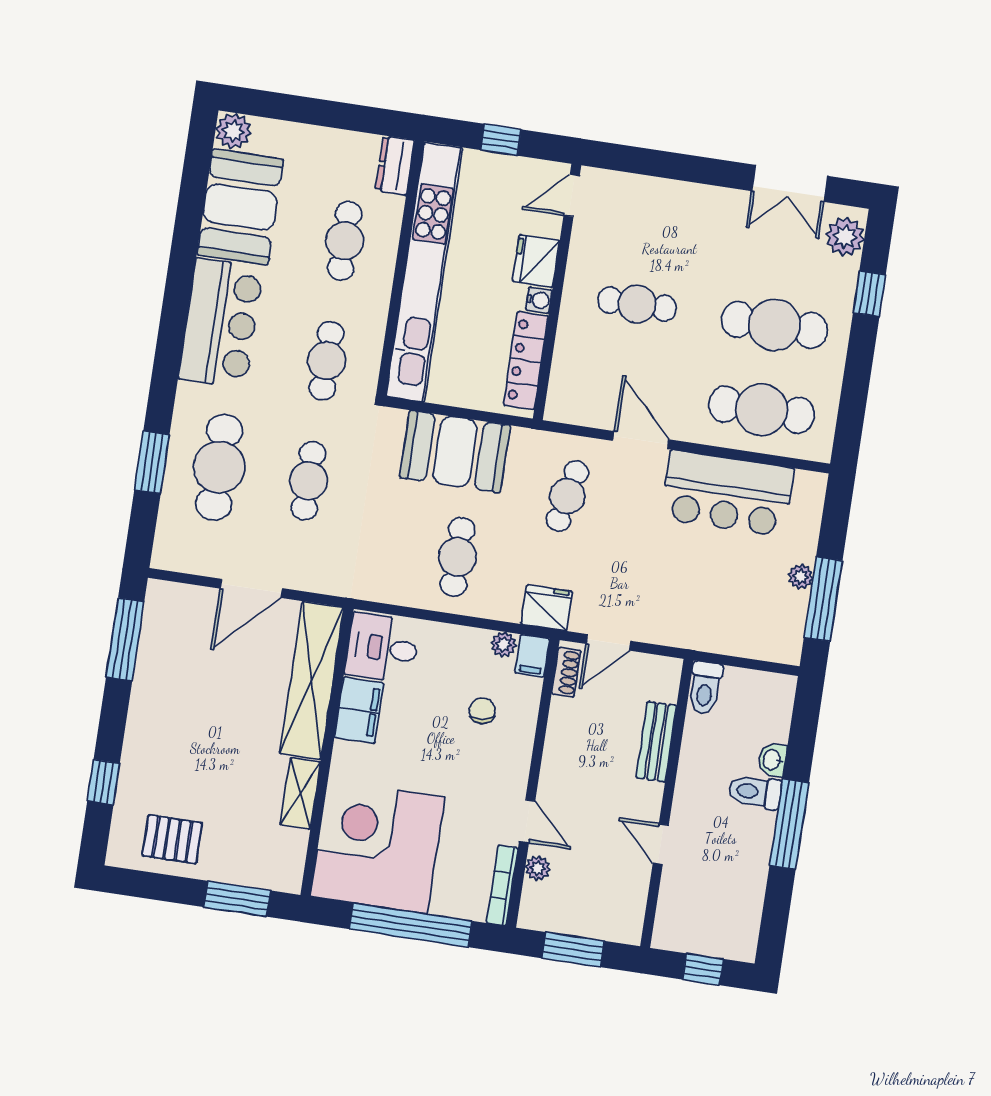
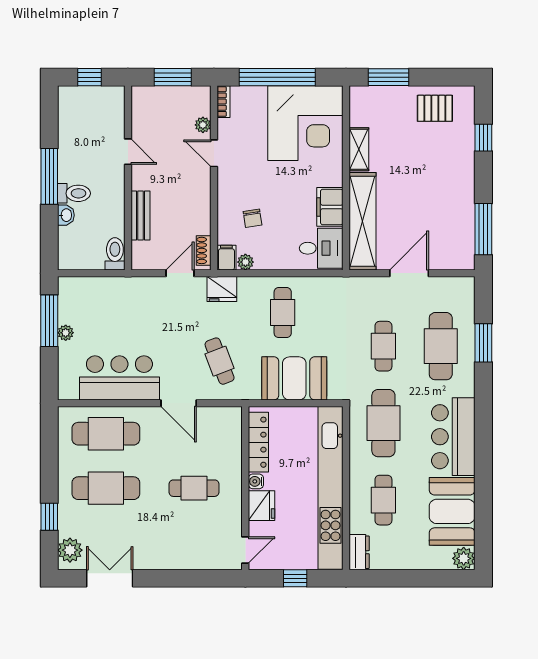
cafe table: (327, 361) -> (383, 423), width x1.37, depth x1.35
cafe table: (567, 496) -> (220, 361), turned -33
bookcase: (502, 886) -> (223, 102), width x0.64

